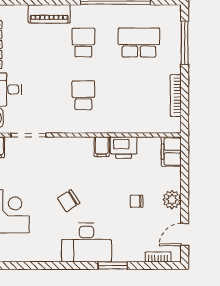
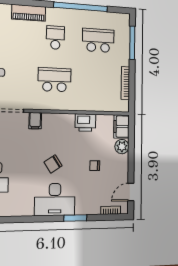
school desk: (83, 95) -> (55, 80), width x1.85
filing cabinet: (102, 147) -> (35, 121), moved
plant: (172, 200) -> (122, 147), moved
chair: (69, 201) -> (53, 164), moved

